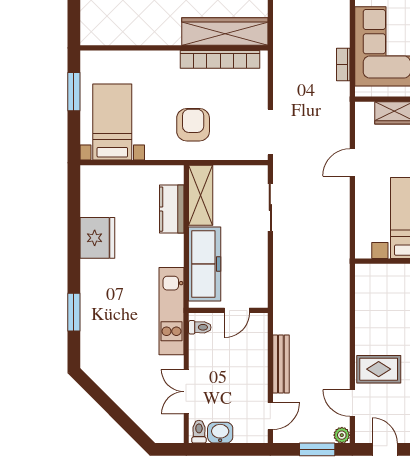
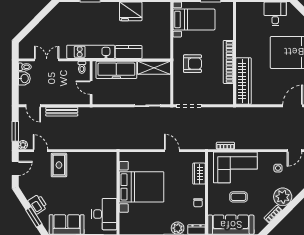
bookcase: (220, 59) -> (228, 62), moved
kitchen counter: (172, 209) -> (129, 52), moved
door: (352, 403) -> (40, 151), hinge flipped

